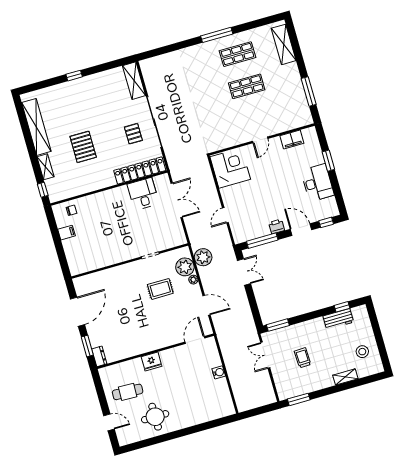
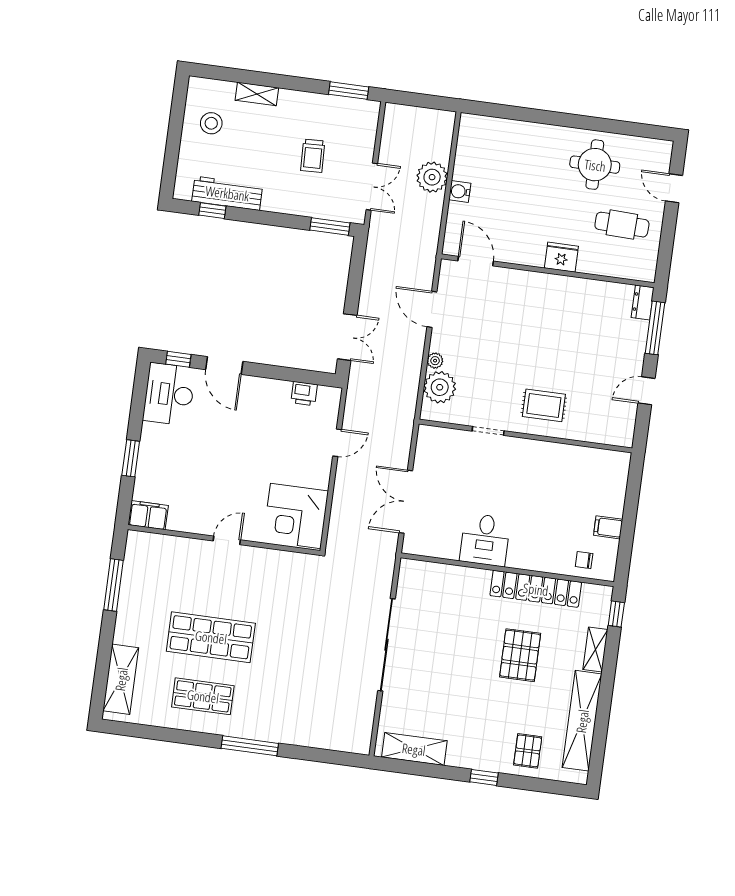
window: (217, 35) -> (250, 746), moved
shelving: (134, 81) -> (414, 749), moved, turned 90
shop shelf: (247, 86) -> (211, 637), width x1.43, depth x1.36
pallet: (133, 134) -> (528, 751), moved
filing cabinet: (292, 139) -> (148, 515), moved
locker: (140, 170) -> (536, 589), moved
desk: (317, 183) -> (169, 394), moved
desk: (143, 194) -> (485, 540), moved
printer: (277, 226) -> (304, 394), moved
window: (262, 241) -> (295, 375), removed
plant: (203, 257) -> (432, 177), moved
double door: (244, 272) -> (347, 337), swing flipped
rug: (160, 289) -> (544, 405), moved
door: (77, 312) -> (647, 391), width x0.53
workbench: (338, 319) -> (227, 193), width x1.37
door: (195, 340) -> (476, 261), swing flipped
window: (87, 346) -> (655, 328), width x1.44

